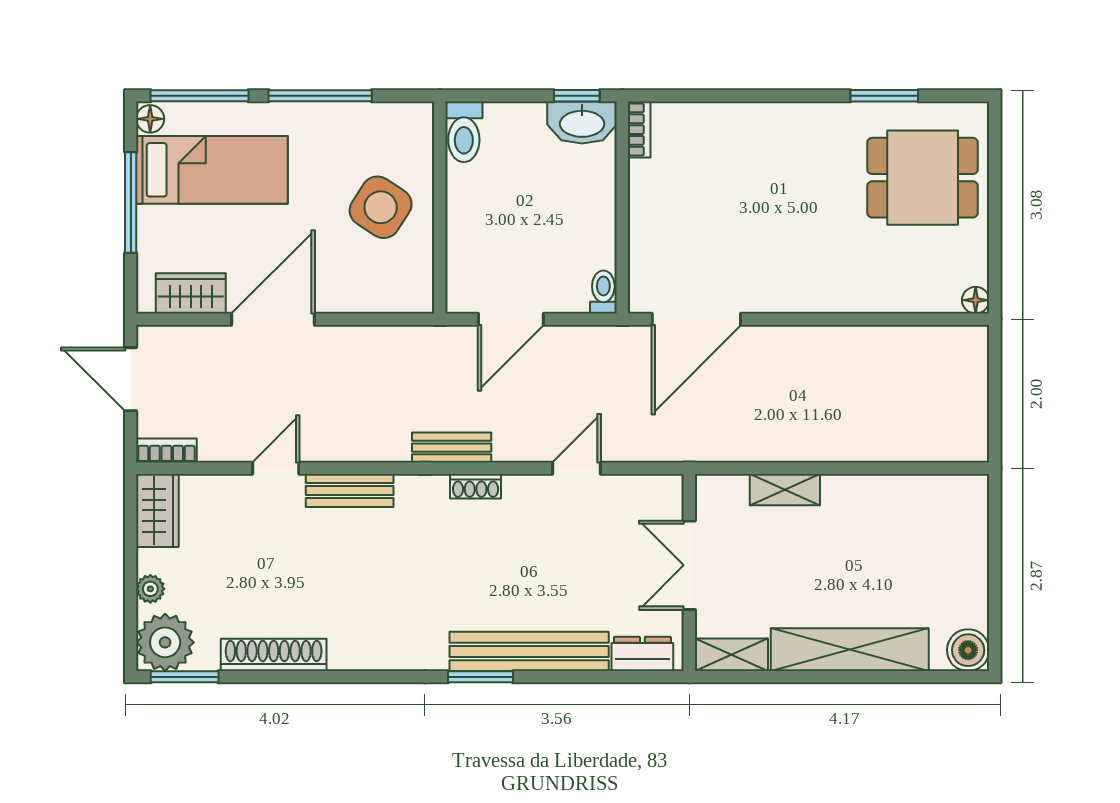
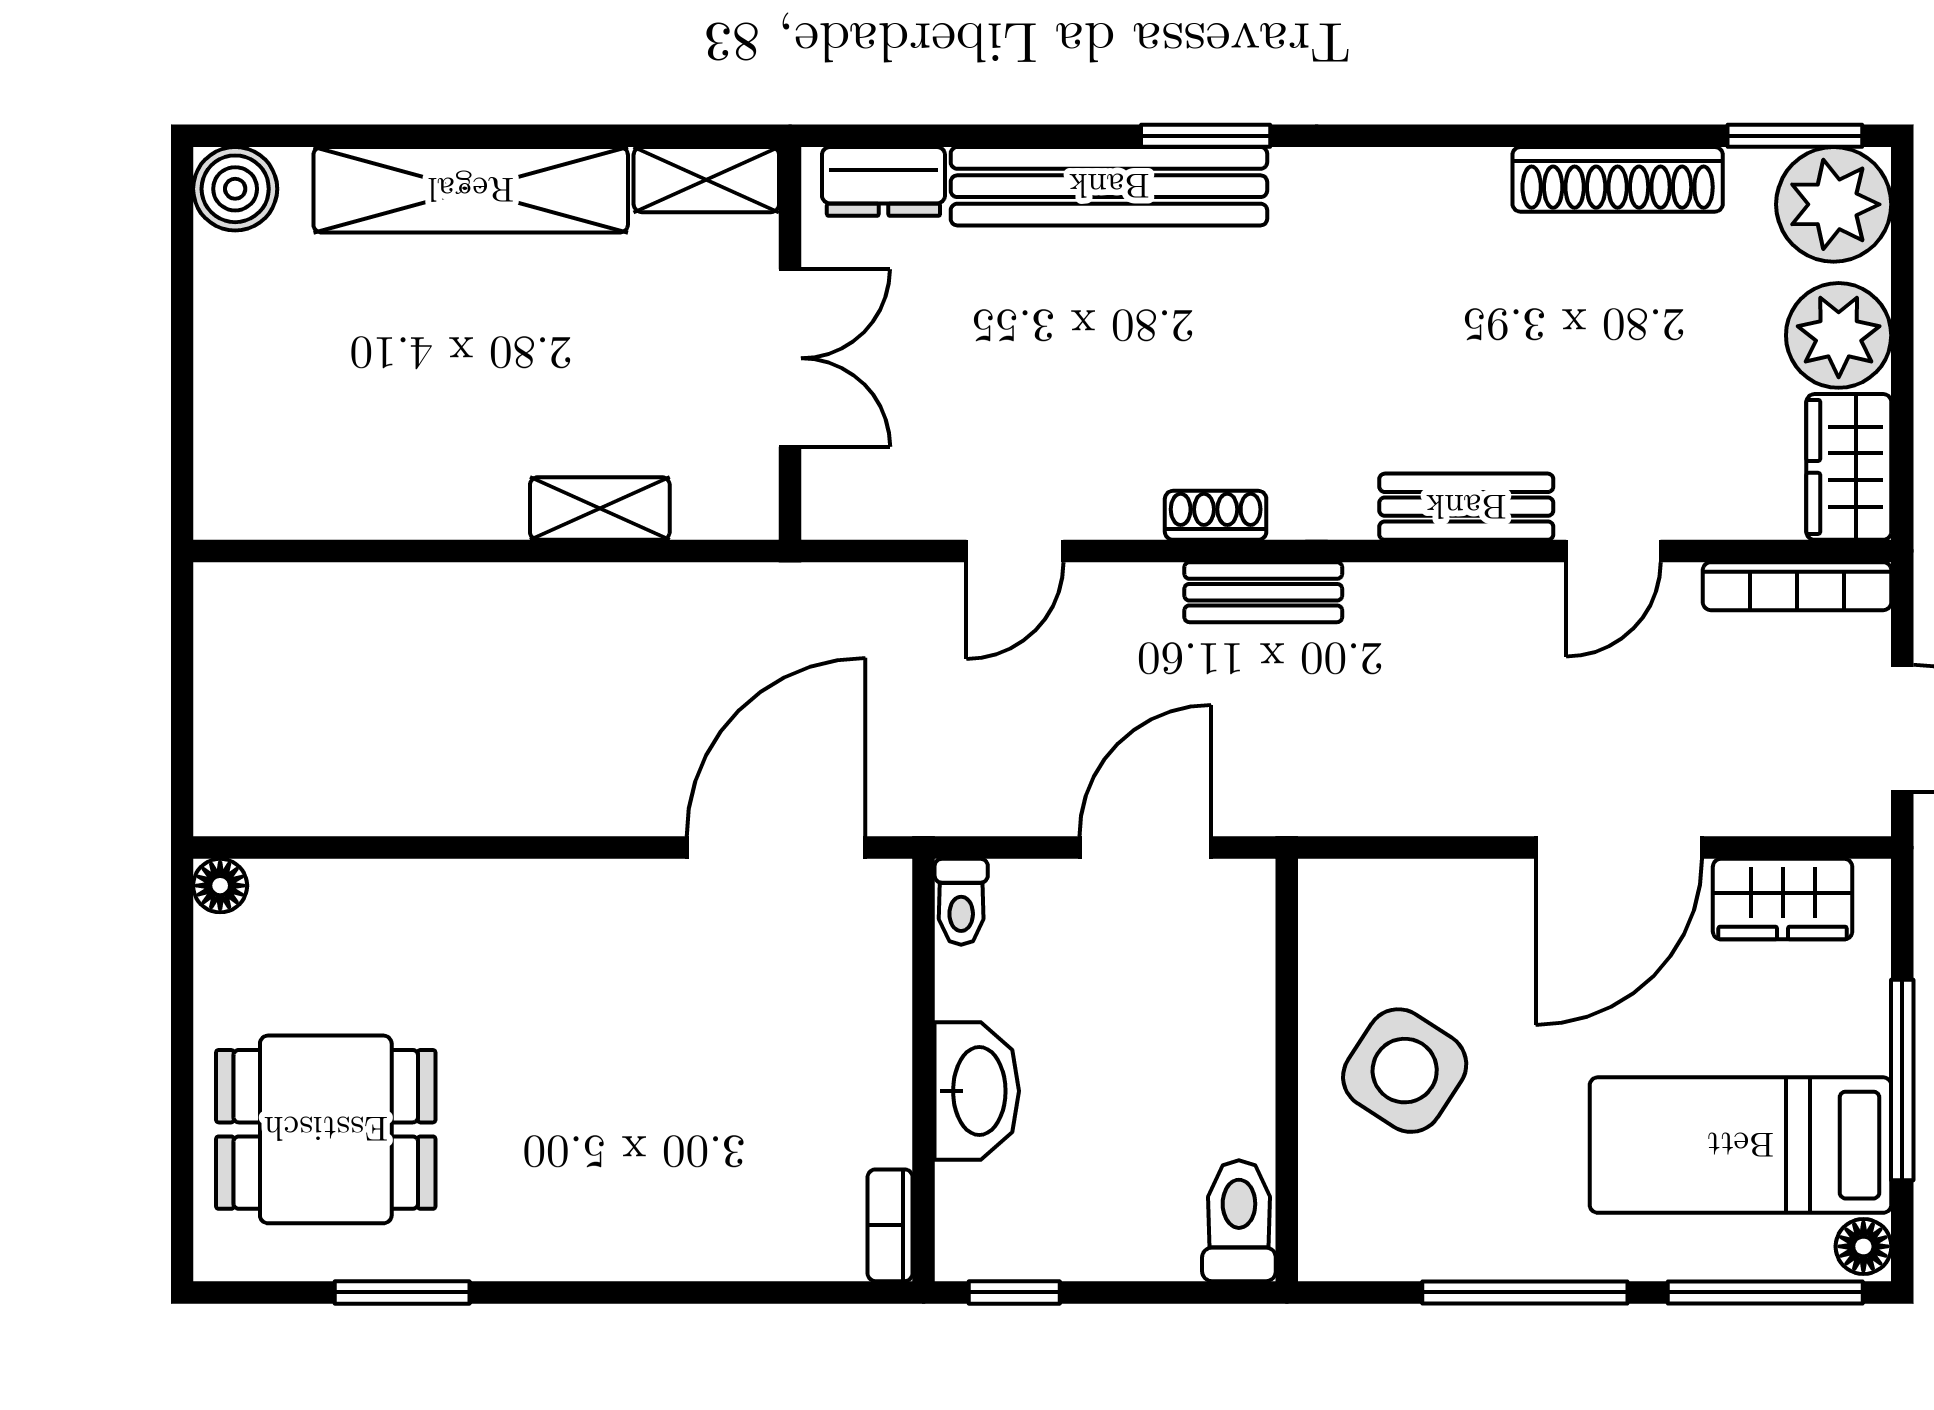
washbasin: (582, 123) -> (977, 1091), moved, turned 90
bookcase: (166, 451) -> (1797, 586), width x1.56
plant: (150, 589) -> (1839, 335), width x1.87, depth x1.87

